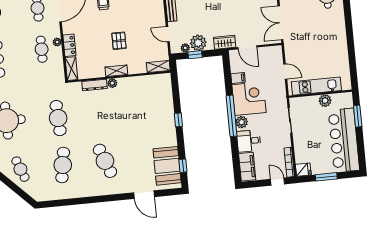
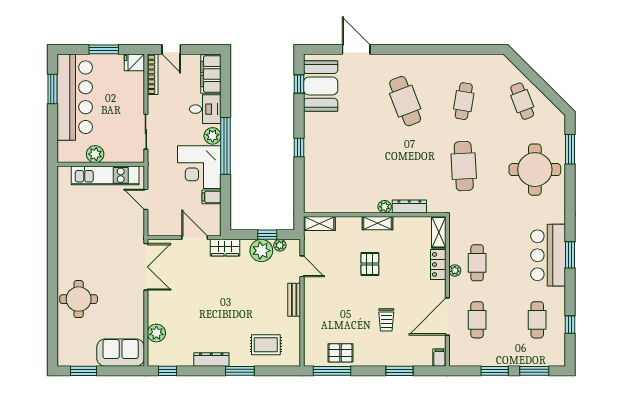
window: (358, 116) -> (52, 89), moved
cafe table: (63, 165) -> (464, 101), width x0.73, depth x0.74

